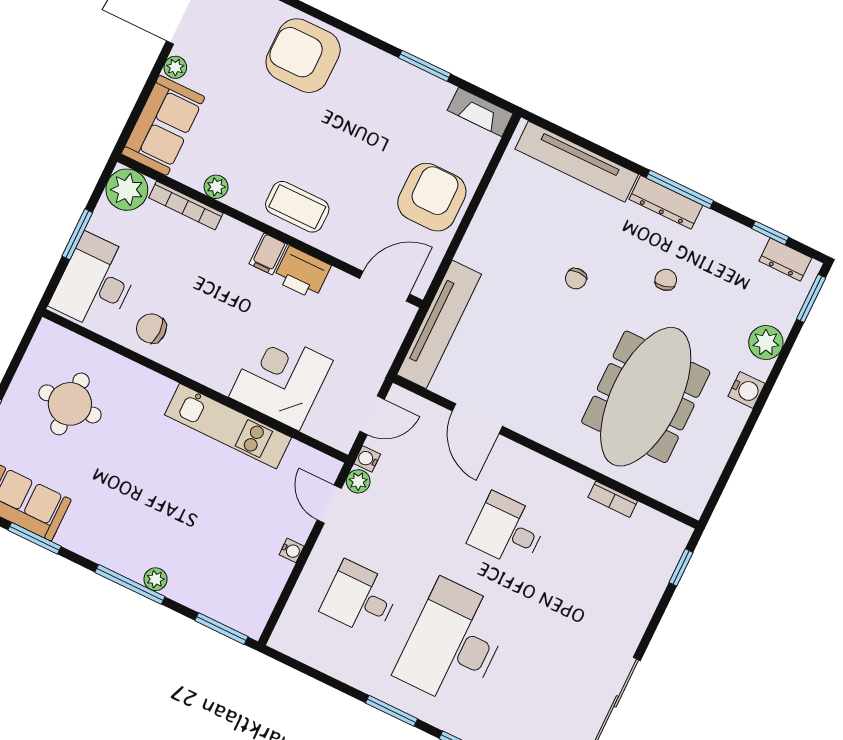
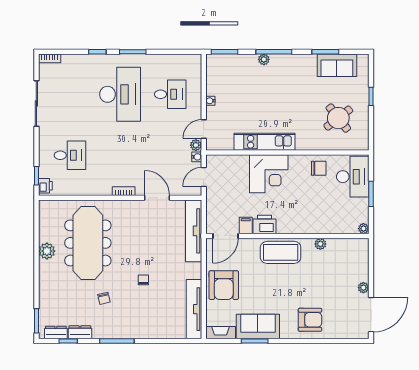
armchair: (303, 56) -> (310, 320), width x0.73, depth x0.73
sofa: (163, 125) -> (258, 326), moved, turned 90
tv unit: (577, 162) -> (194, 309), moved, turned -90
plant: (127, 190) -> (363, 229), width x0.53, depth x0.53
dresser: (666, 202) -> (80, 332), moved, width x0.70
bookcase: (186, 206) -> (330, 229), removed
coffee table: (297, 207) -> (281, 252), width x1.36, depth x1.32
filing cabinet: (268, 254) -> (246, 226), moved
plant: (766, 342) -> (47, 251), moved
corner desk: (281, 379) -> (269, 174), moved
water cooler: (746, 390) -> (45, 267), removed
round table: (70, 404) -> (338, 118), turned -38
bookcase: (613, 499) -> (124, 191), moved
door: (329, 504) -> (204, 129), swing flipped
desk: (508, 530) -> (70, 155), moved
printer: (674, 541) -> (45, 186), added

